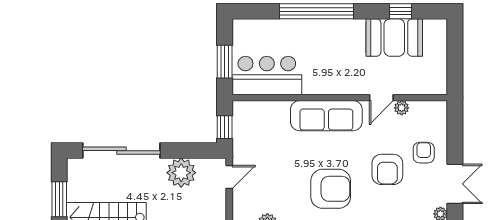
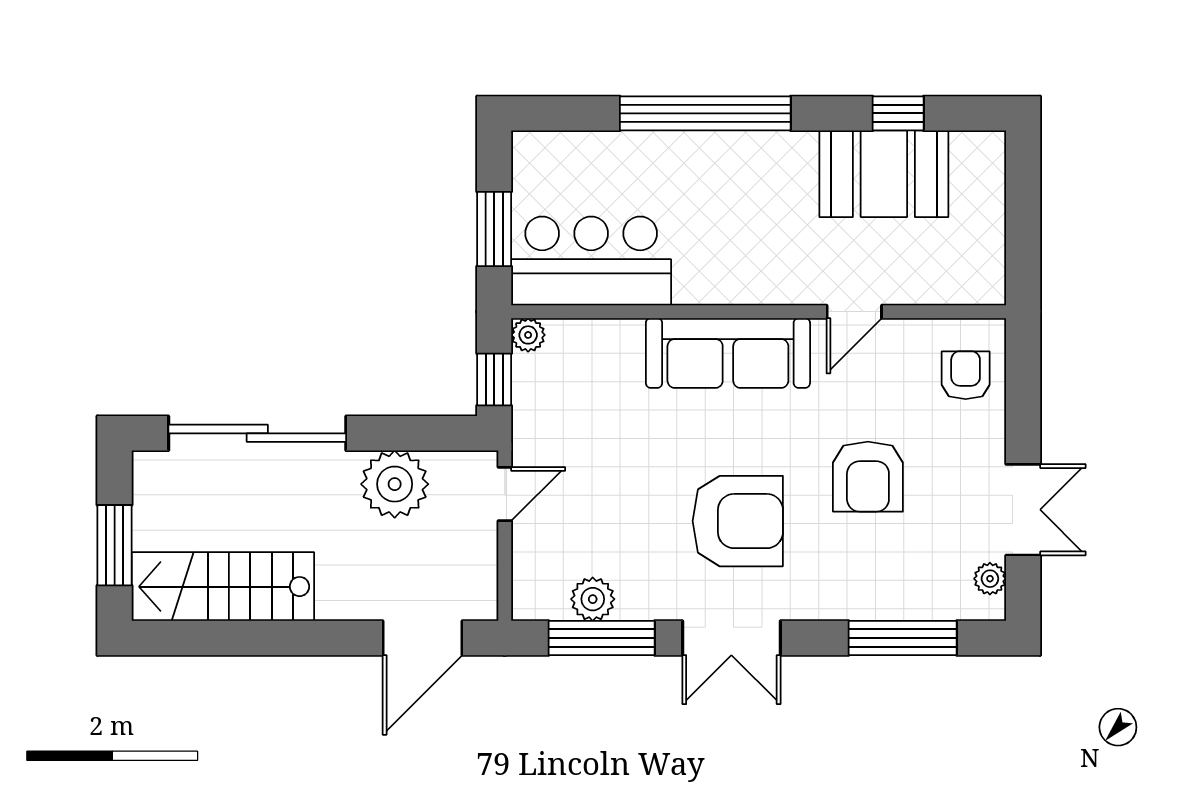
plant: (402, 108) -> (528, 335), moved
armchair: (424, 153) -> (966, 375), moved

